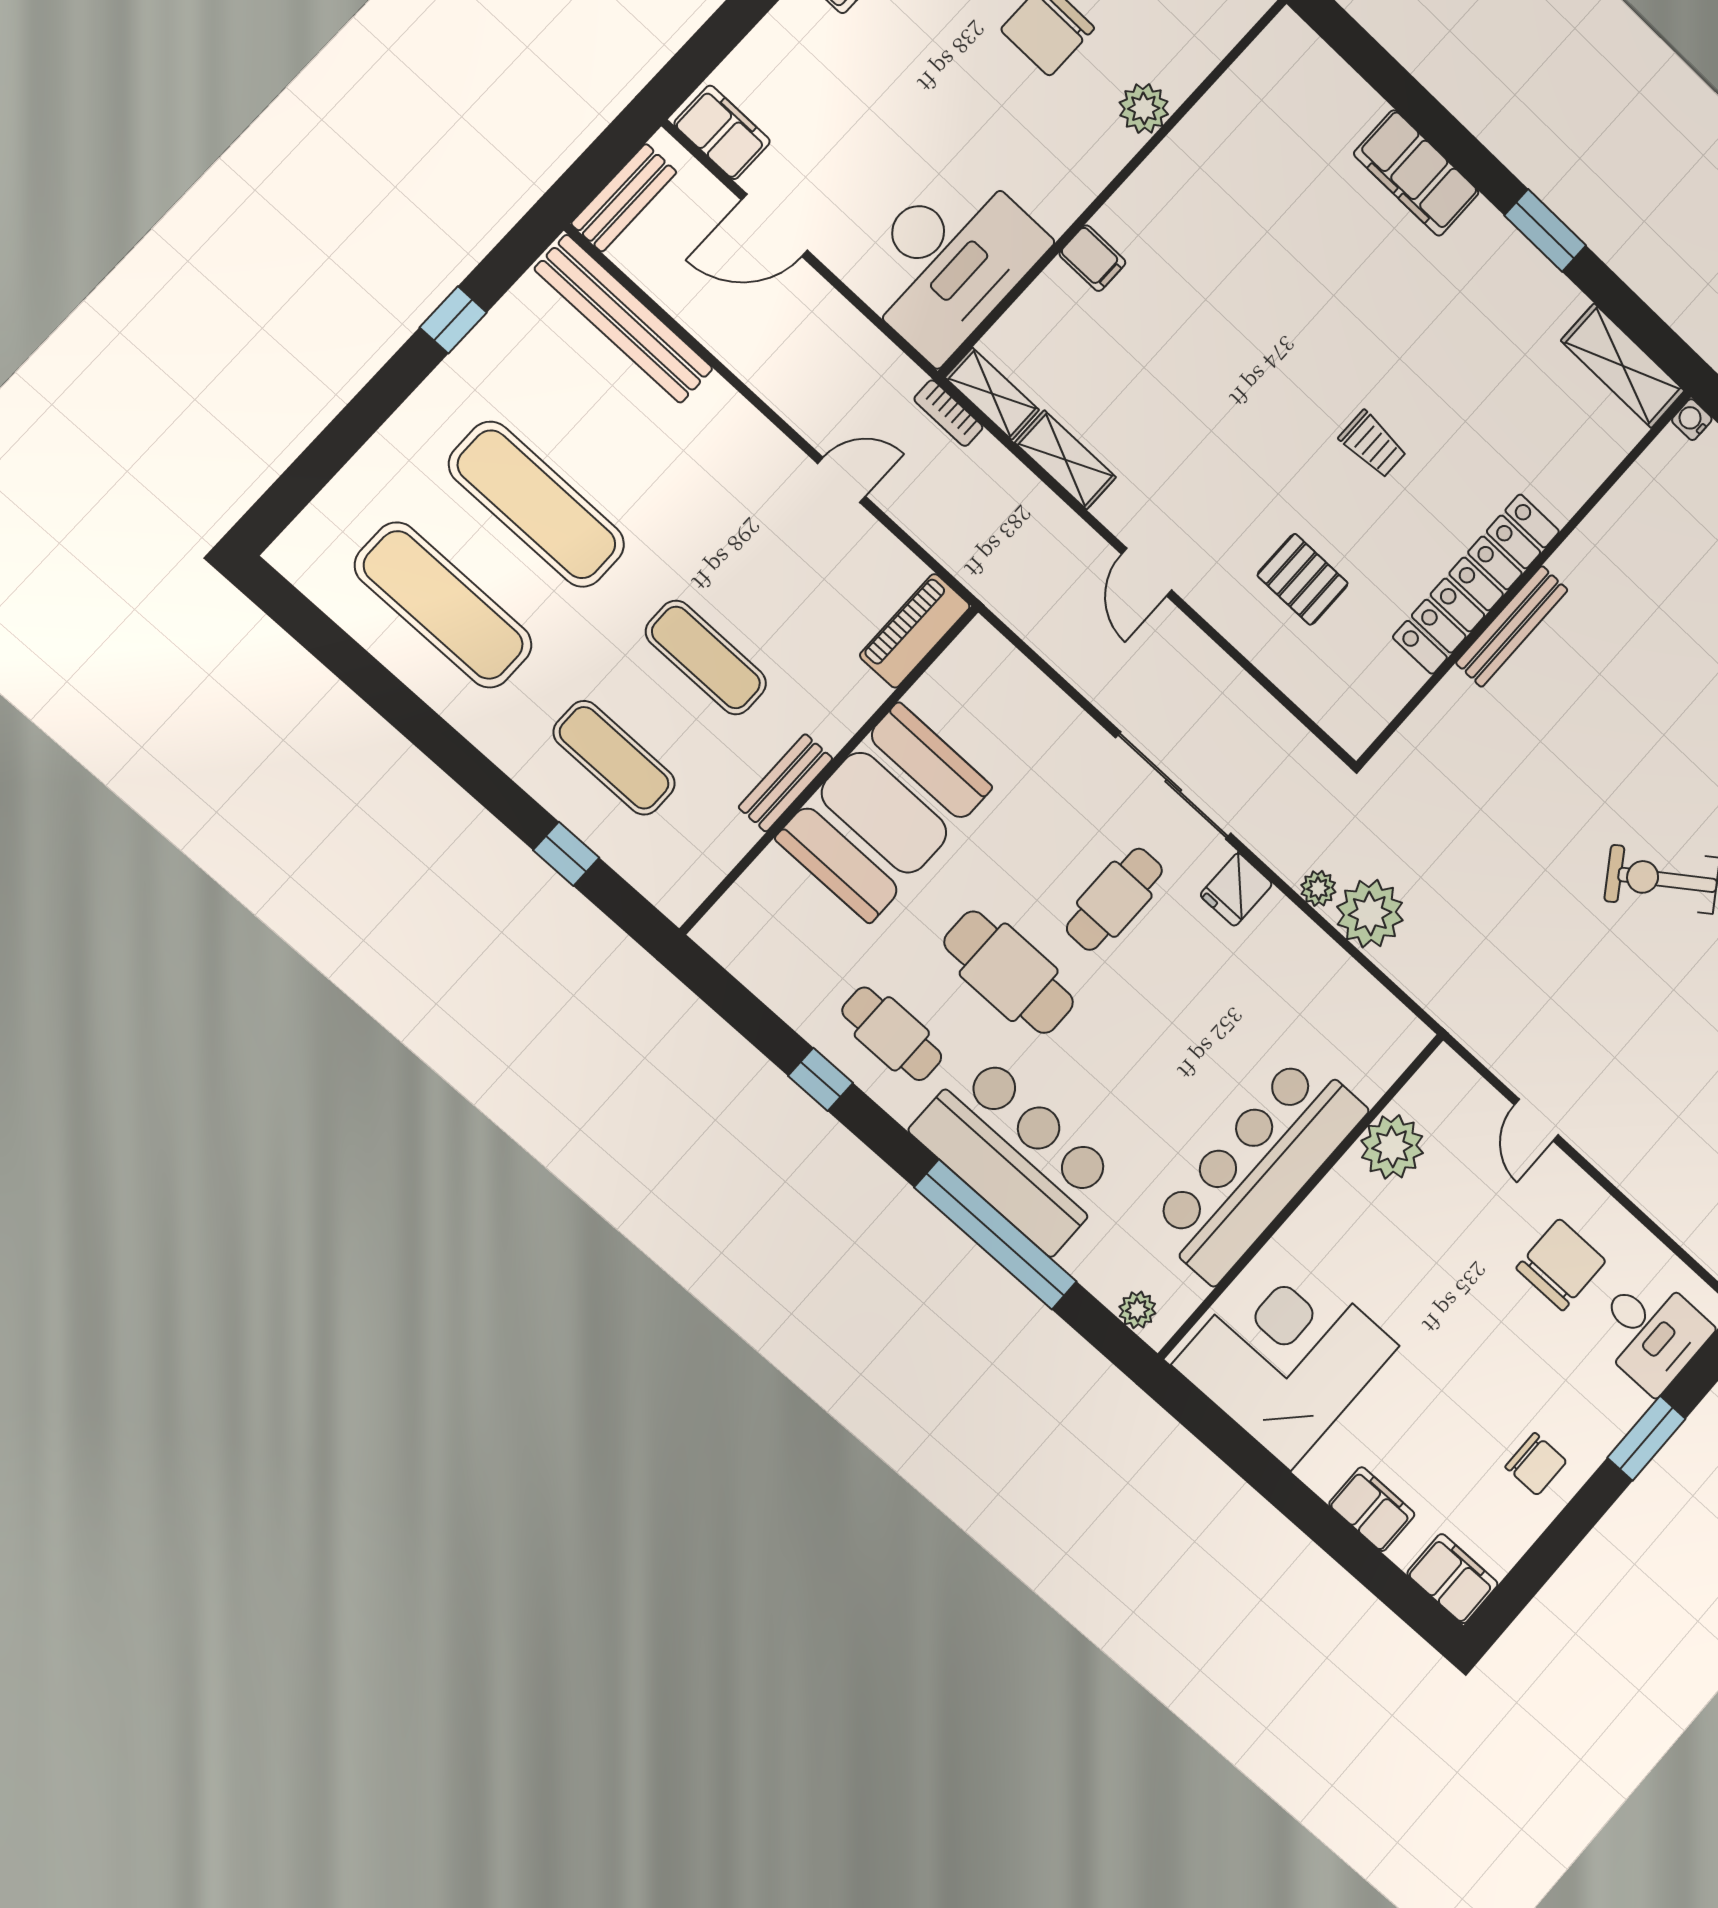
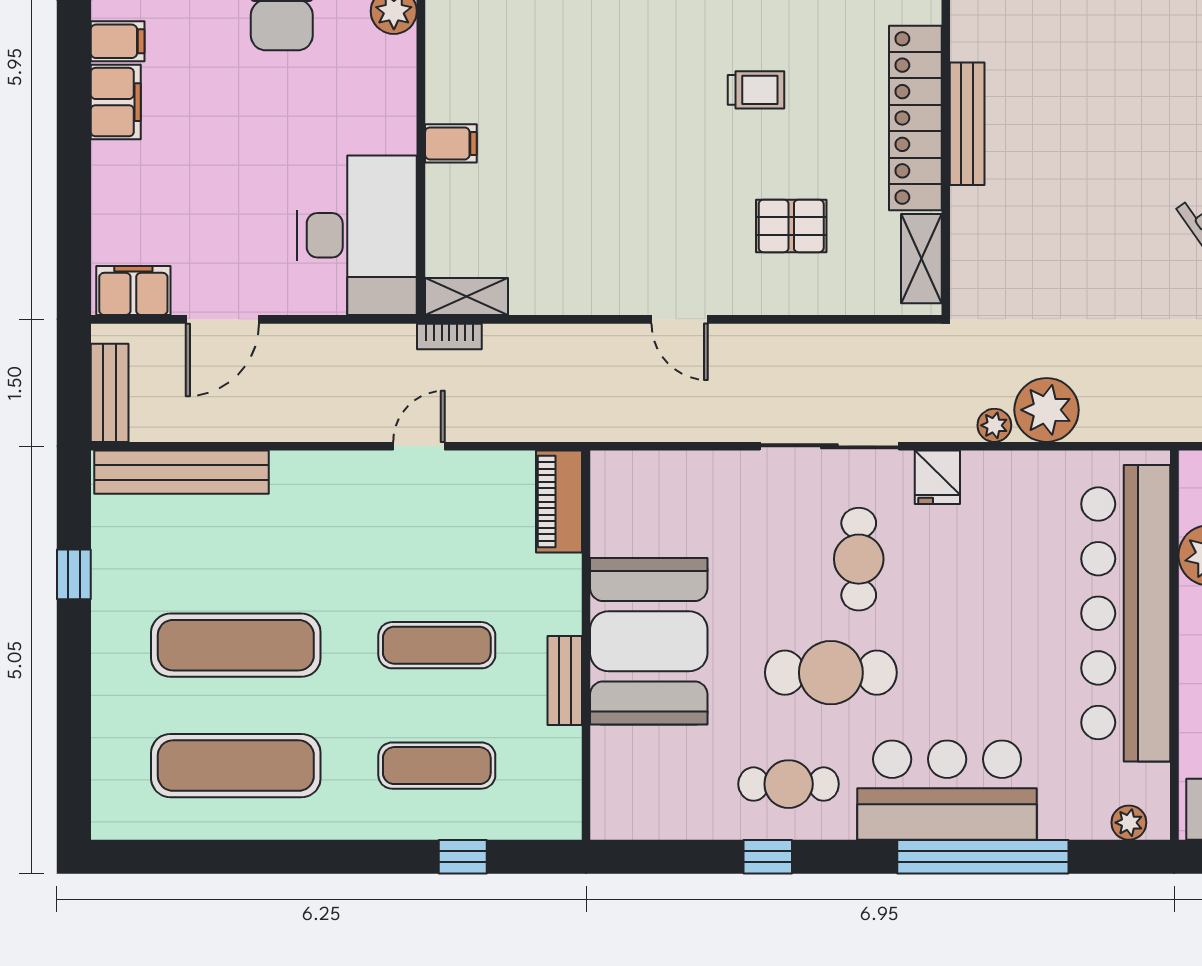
shelving: (1065, 460) -> (921, 259), moved, turned 90
bar counter: (1258, 1168) -> (1126, 613), width x1.36

